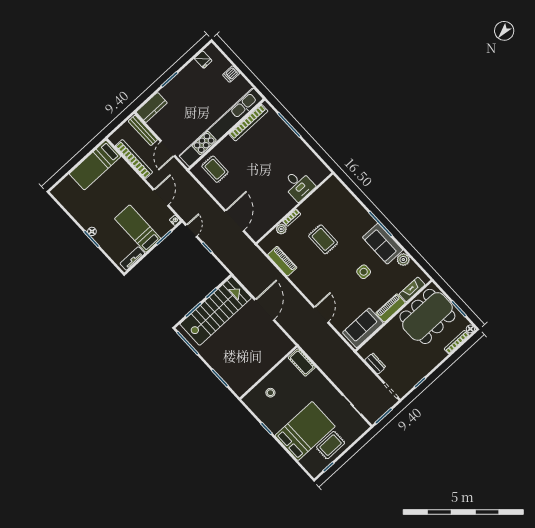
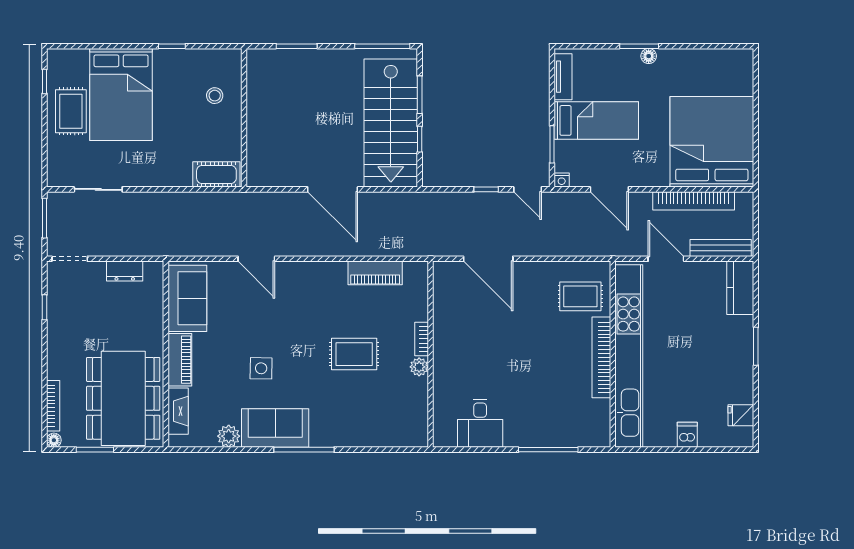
bookcase: (248, 123) -> (601, 357), moved
bed: (95, 165) -> (712, 142), width x2.04
desk: (298, 185) -> (480, 423), moved, turned -90
plant: (281, 229) -> (419, 367), moved

